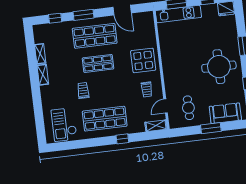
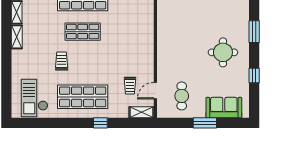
display table: (143, 60) -> (136, 34), removed
round table: (219, 67) -> (223, 52), width x0.73, depth x0.73
trolley: (147, 89) -> (130, 86), moved

